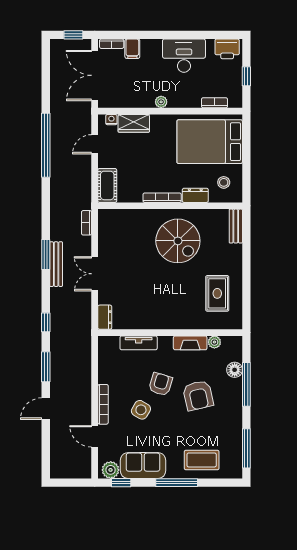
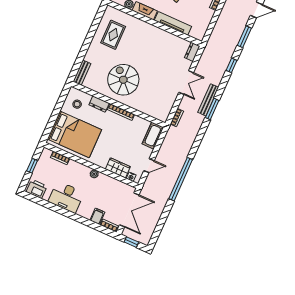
tv unit: (139, 343) -> (173, 23), width x1.41

